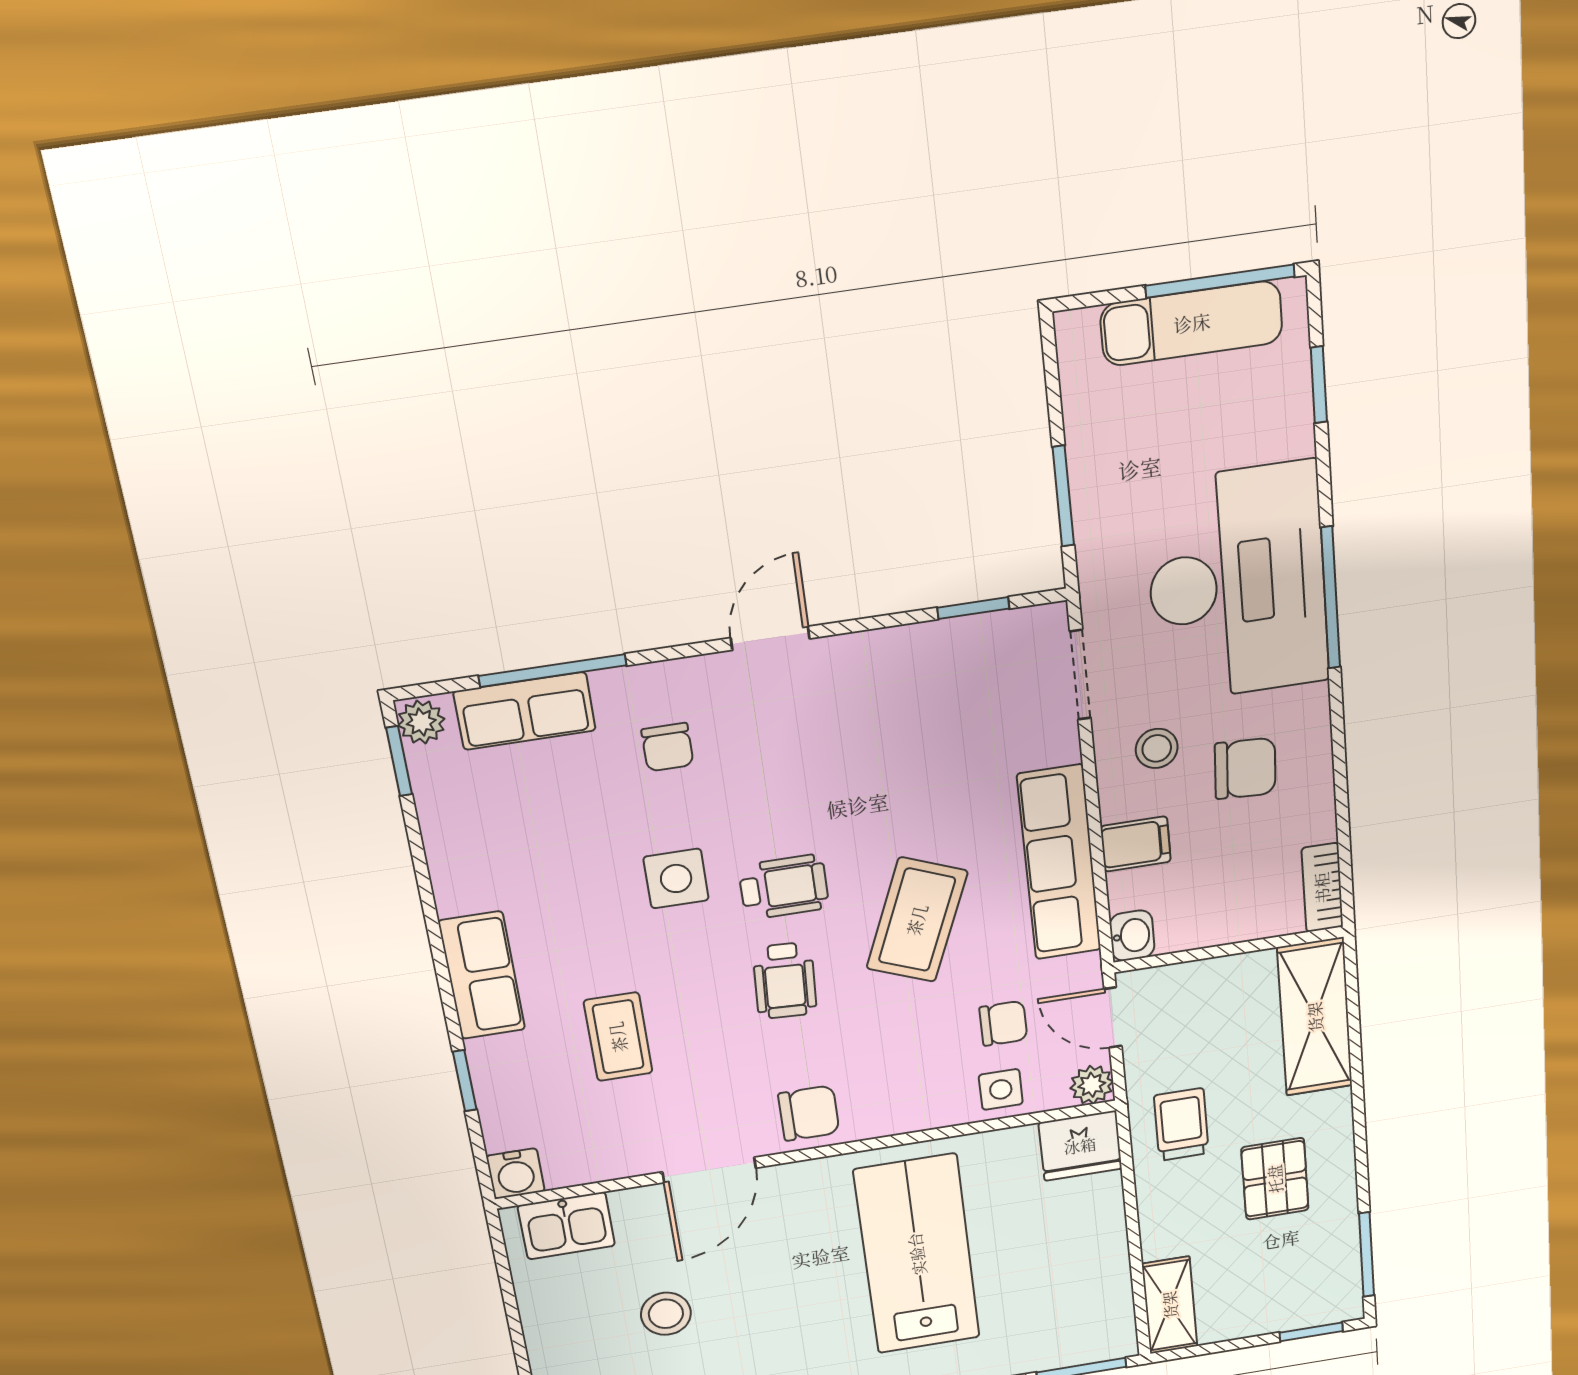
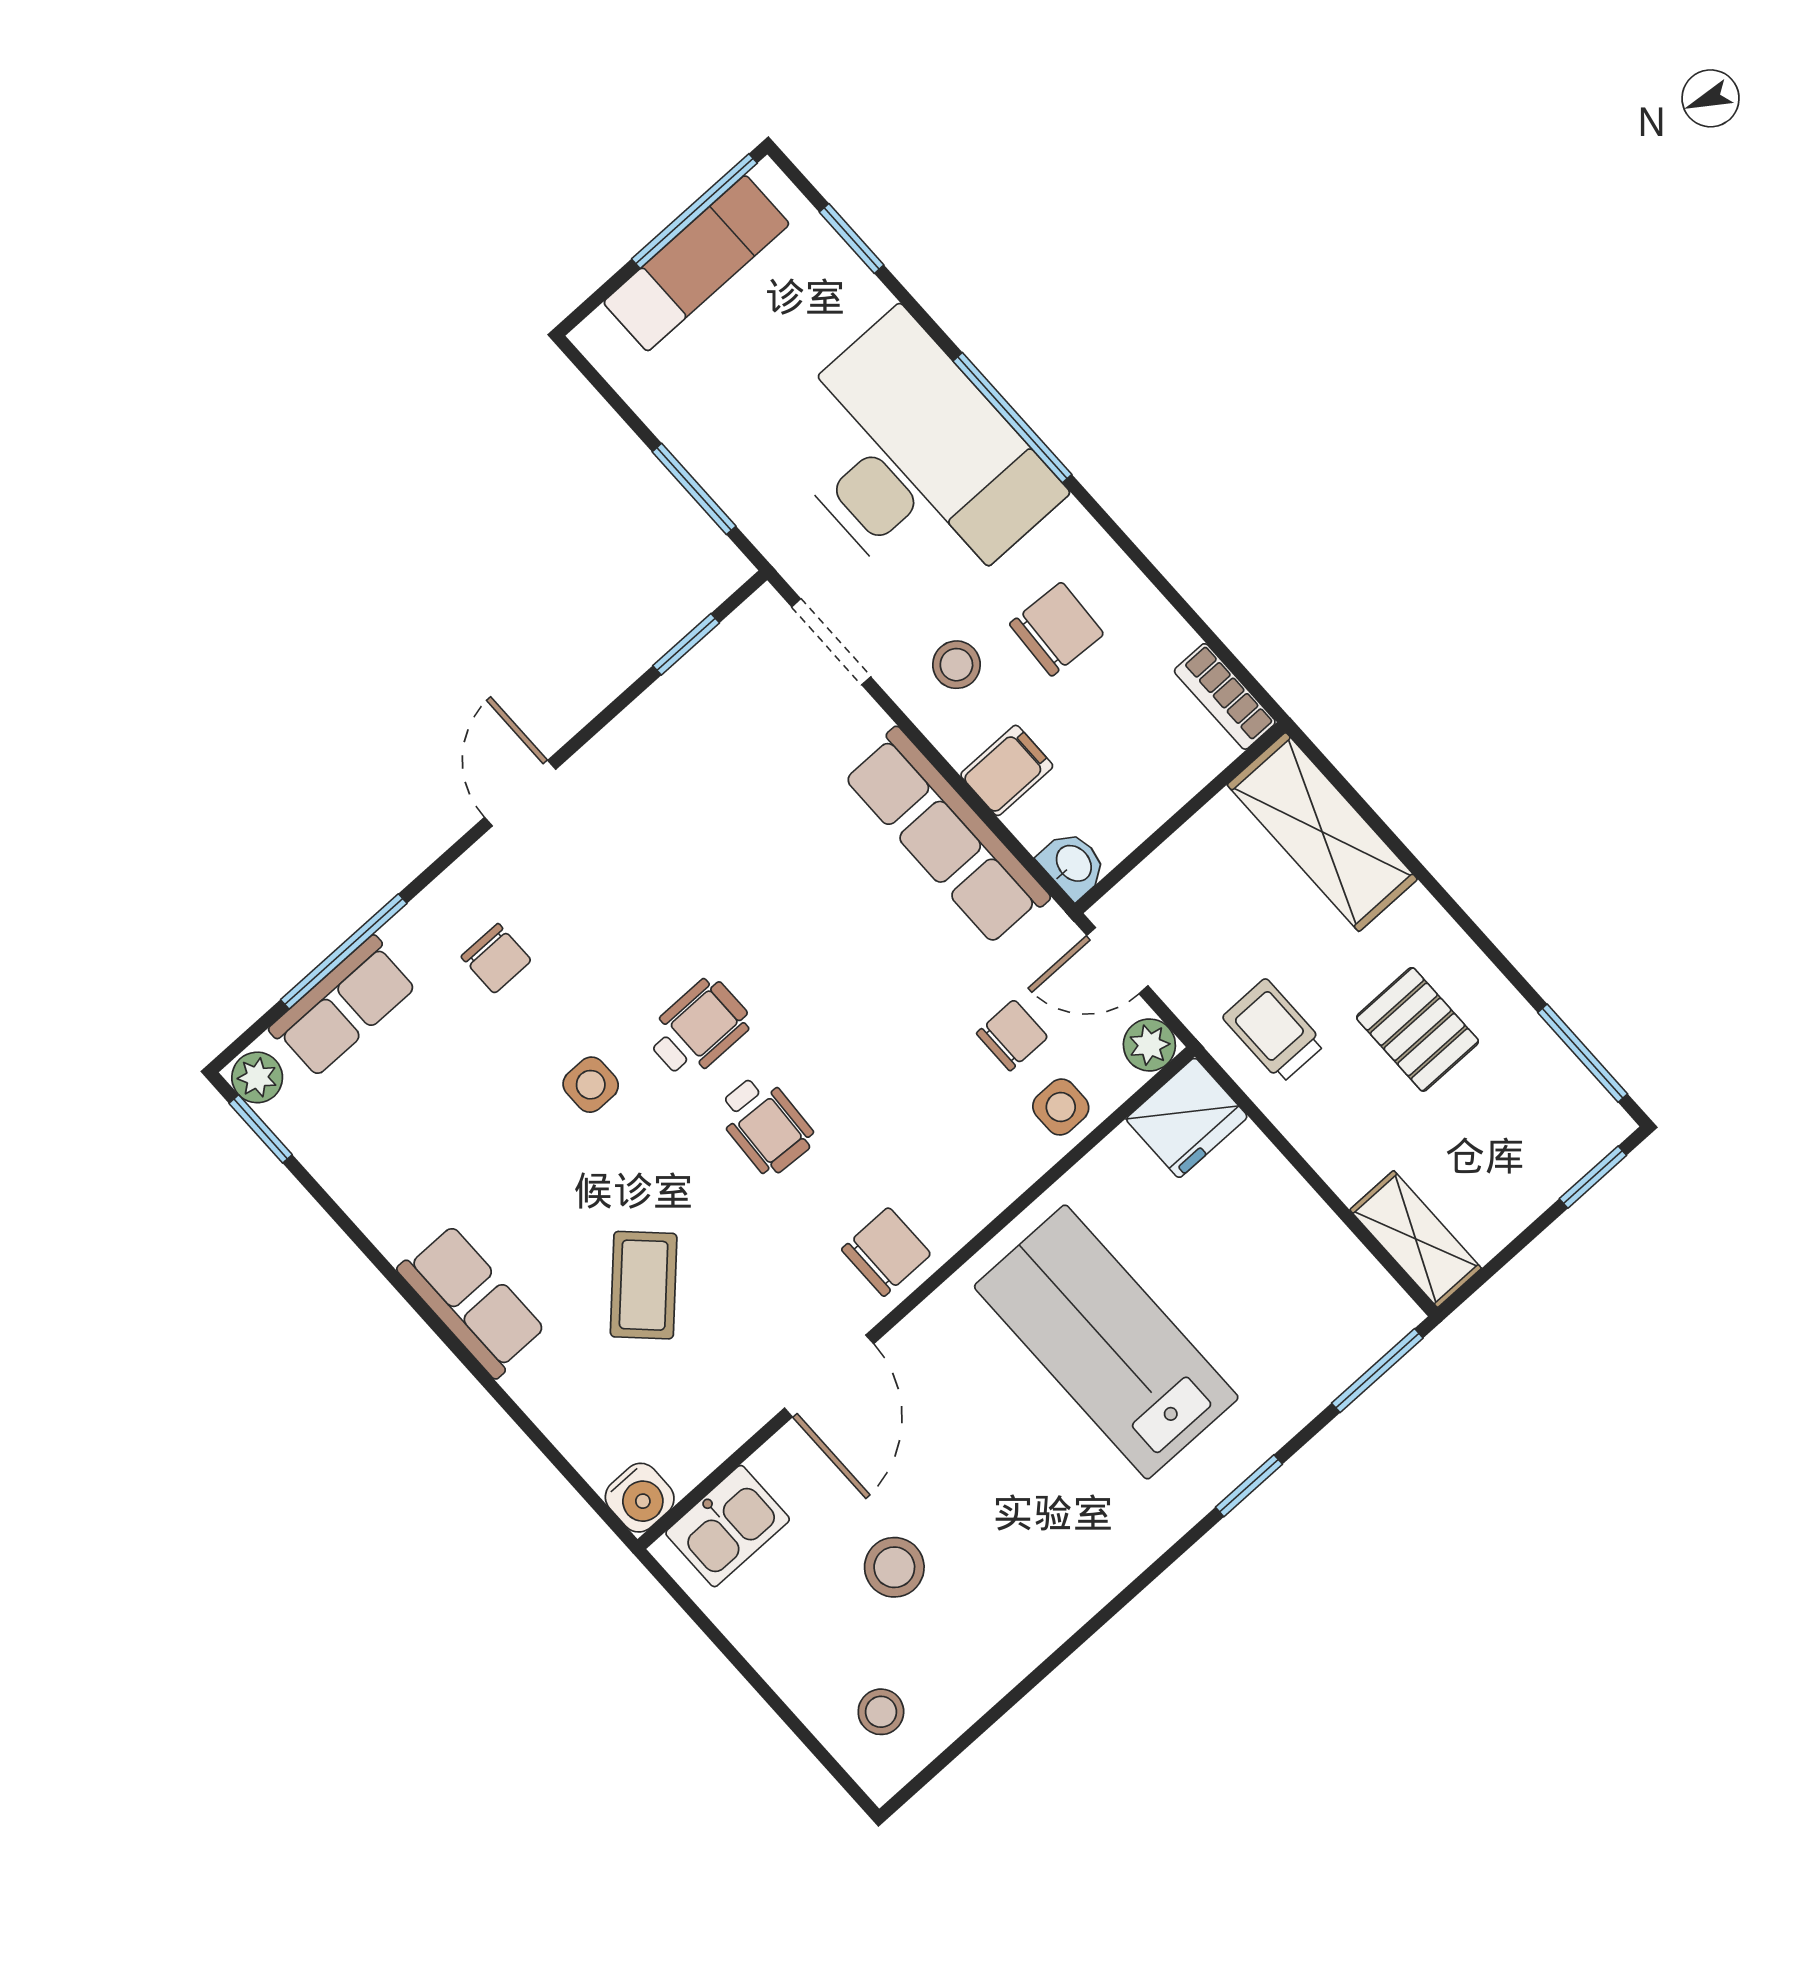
side table: (676, 879) -> (591, 1085), width x0.73, depth x0.73
coffee table: (917, 920) -> (850, 981), removed
coffee table: (618, 1037) -> (644, 1285), turned 44
window: (465, 1081) -> (526, 1425), removed

